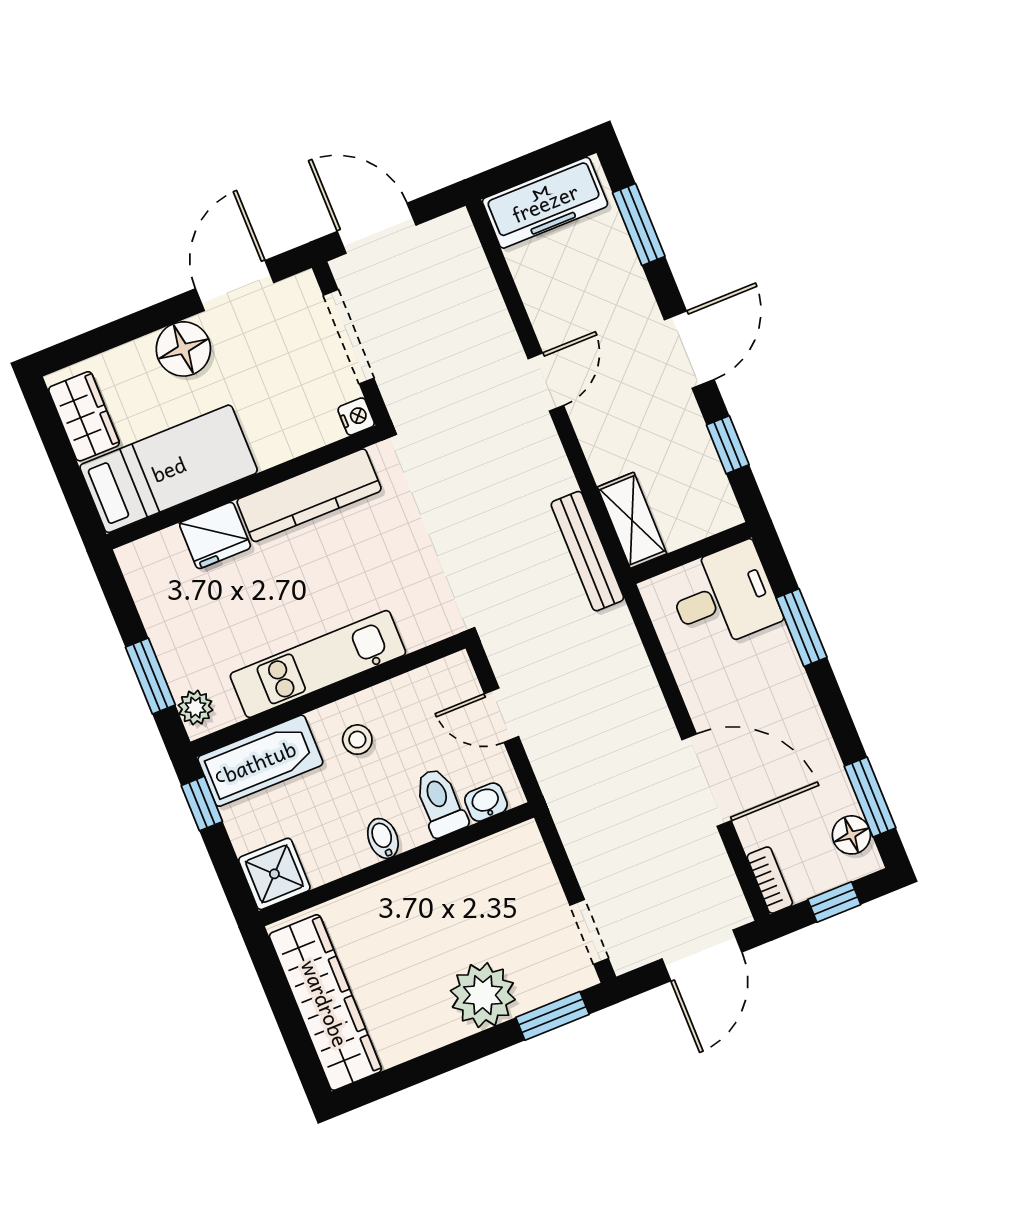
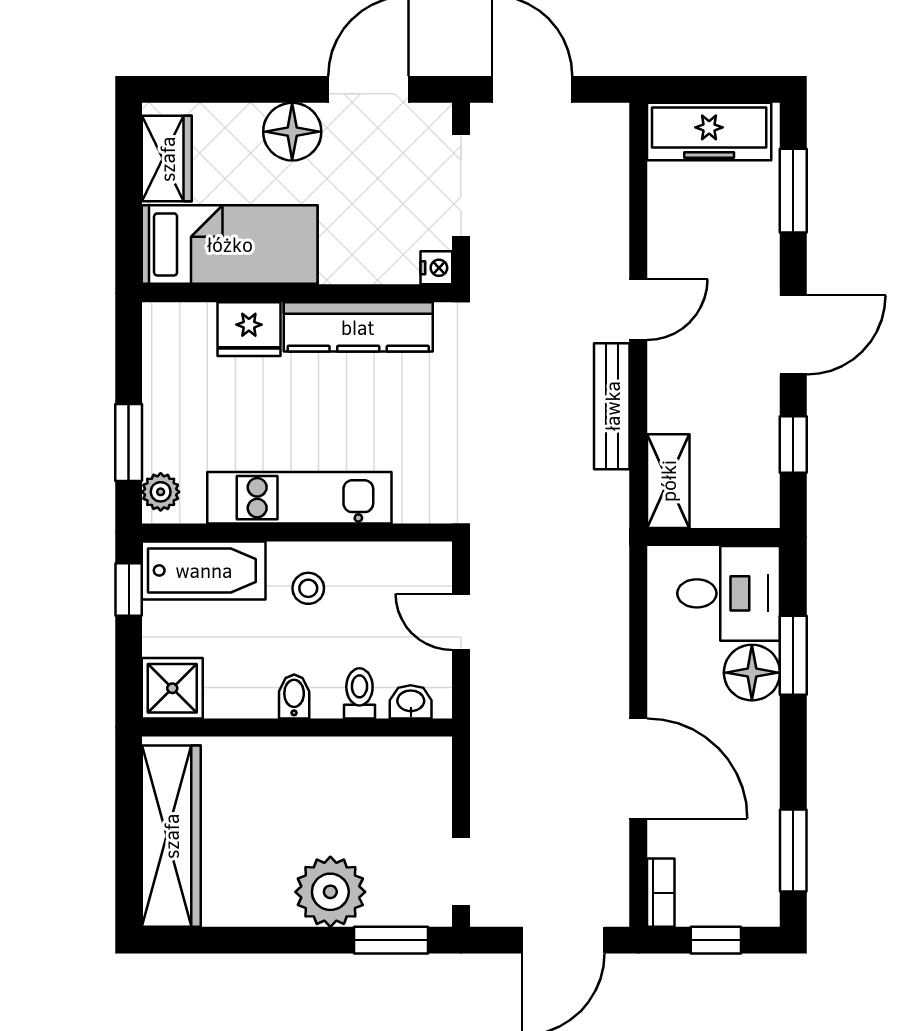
bench: (587, 551) -> (612, 406), moved
toilet: (440, 802) -> (359, 693), width x0.73, depth x0.72
floor lamp: (851, 835) -> (752, 673), moved, width x1.38, depth x1.38

